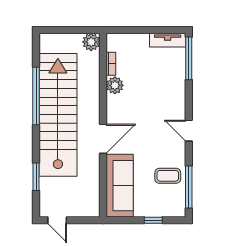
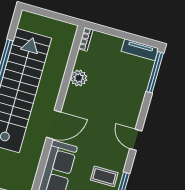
plant: (91, 42) -> (68, 31), removed
bookcase: (111, 64) -> (86, 39), moved

